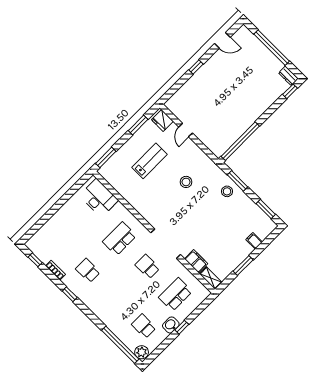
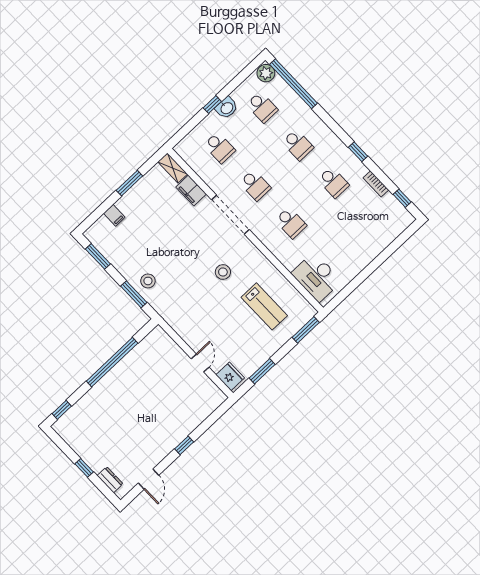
door: (222, 40) -> (149, 479), swing flipped
window: (272, 48) -> (84, 468), width x0.32
dresser: (288, 76) -> (110, 480), moved
window: (240, 141) -> (112, 362), moved
lab bench: (150, 161) -> (264, 306), moved, turned -90
stool: (186, 182) -> (223, 272), moved
school desk: (119, 239) -> (291, 223), width x0.54
school desk: (175, 294) -> (219, 148), width x0.54
school desk: (116, 298) -> (298, 145), added

